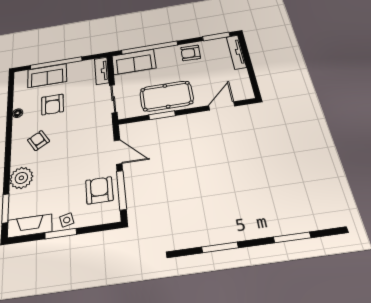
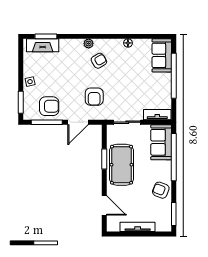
tv unit: (236, 52) -> (138, 227), moved
armchair: (191, 53) -> (161, 190), turned -71
sofa: (47, 76) -> (162, 55), moved
armchair: (52, 104) -> (94, 97), moved, turned -90
plant: (21, 178) -> (89, 44), moved, width x0.53, depth x0.53
fireplace: (30, 226) -> (43, 45), moved, turned 90
window: (61, 234) -> (21, 102), moved

